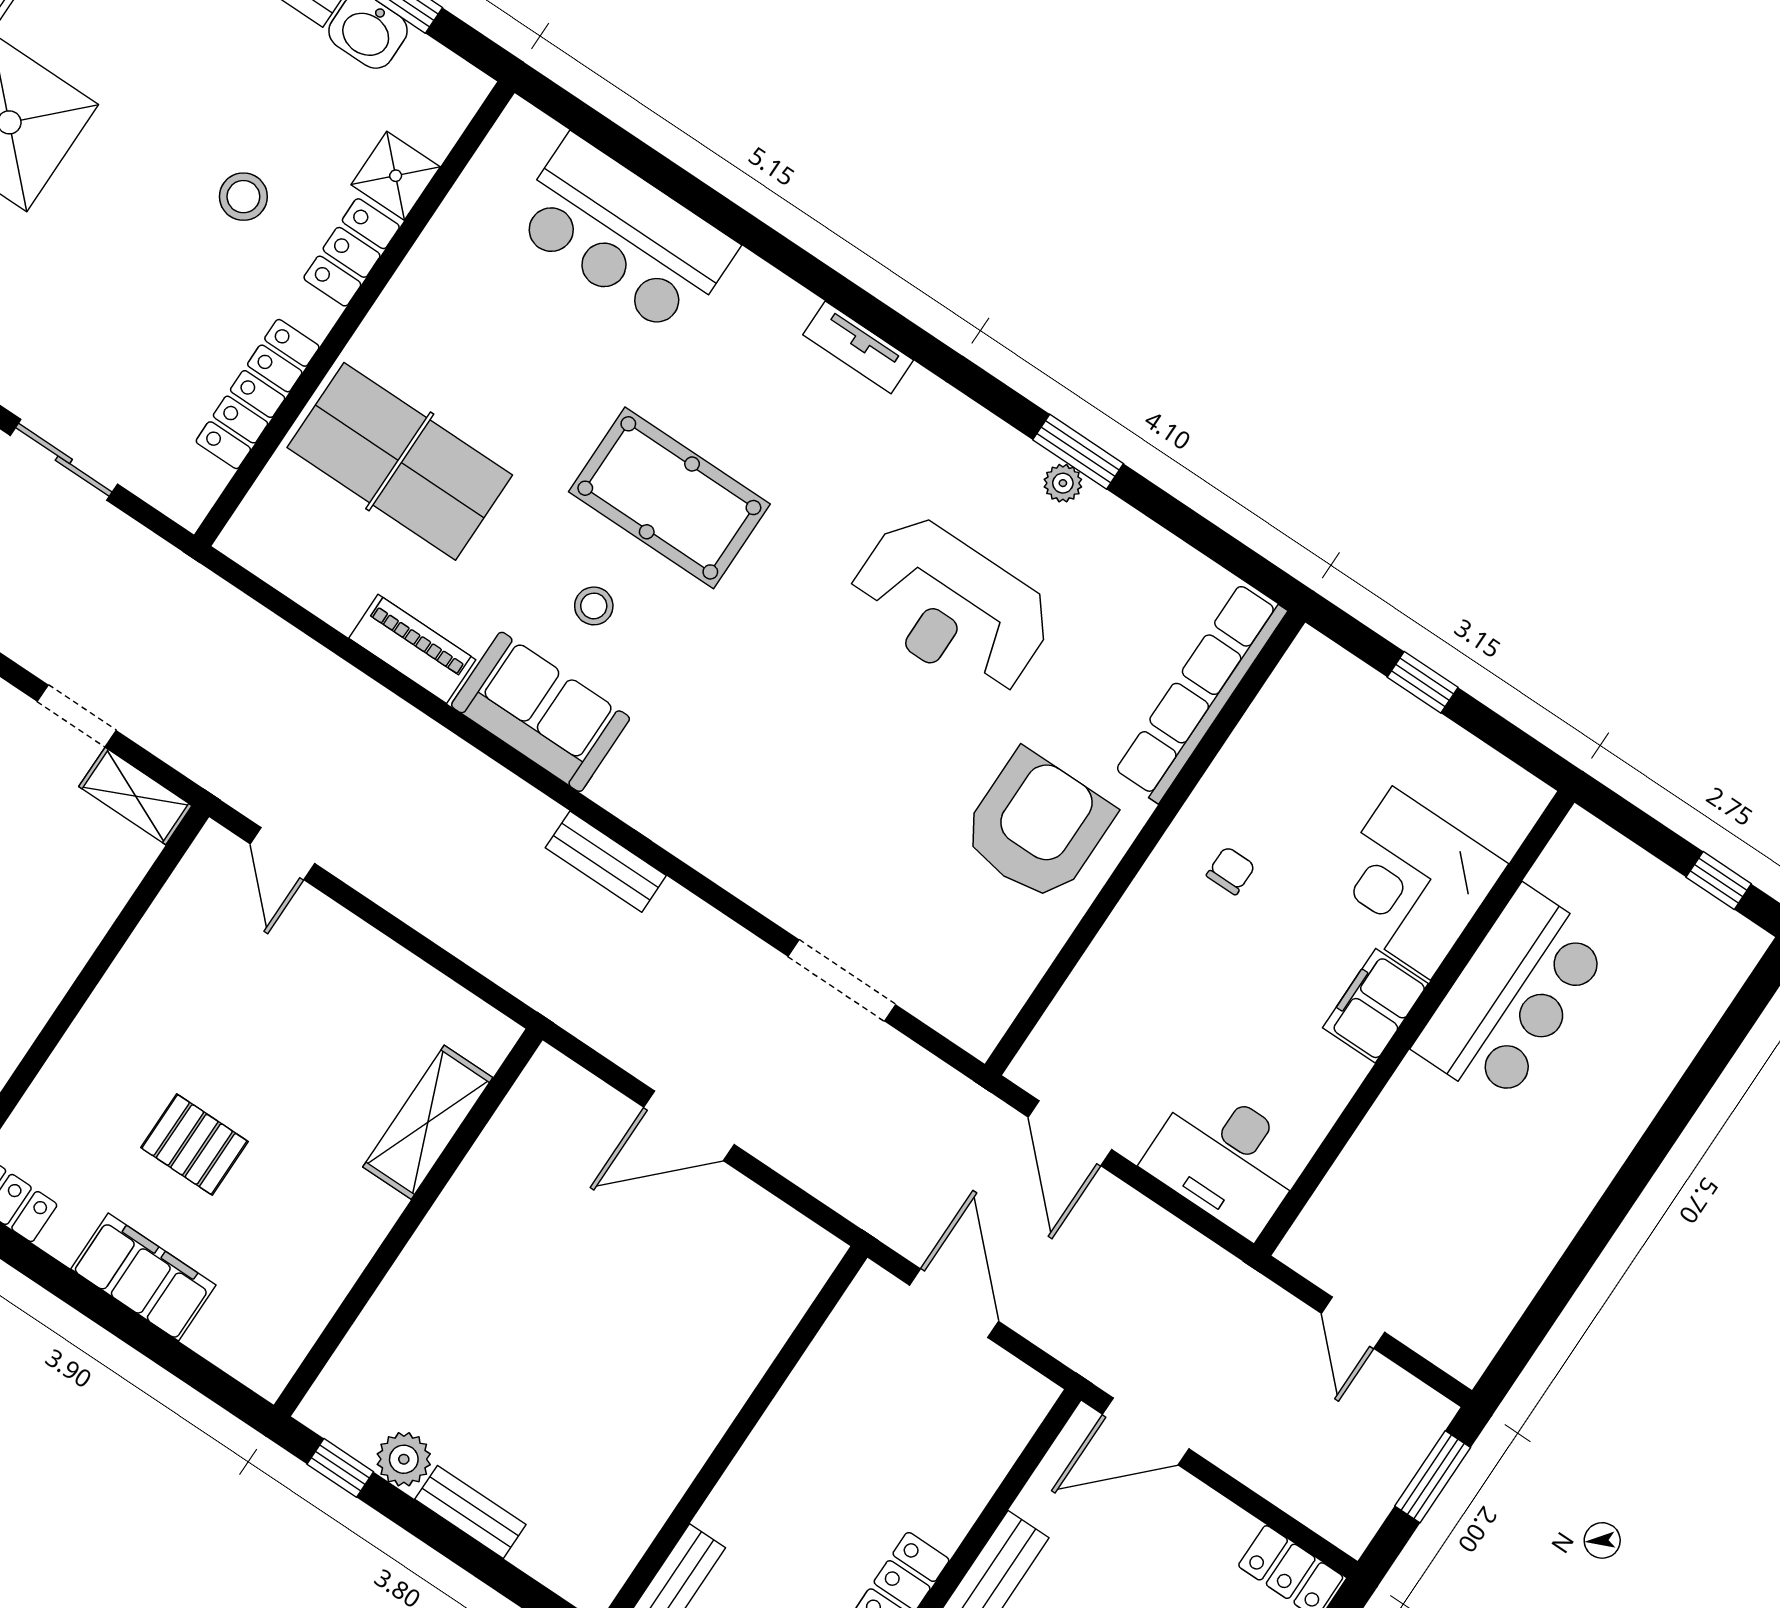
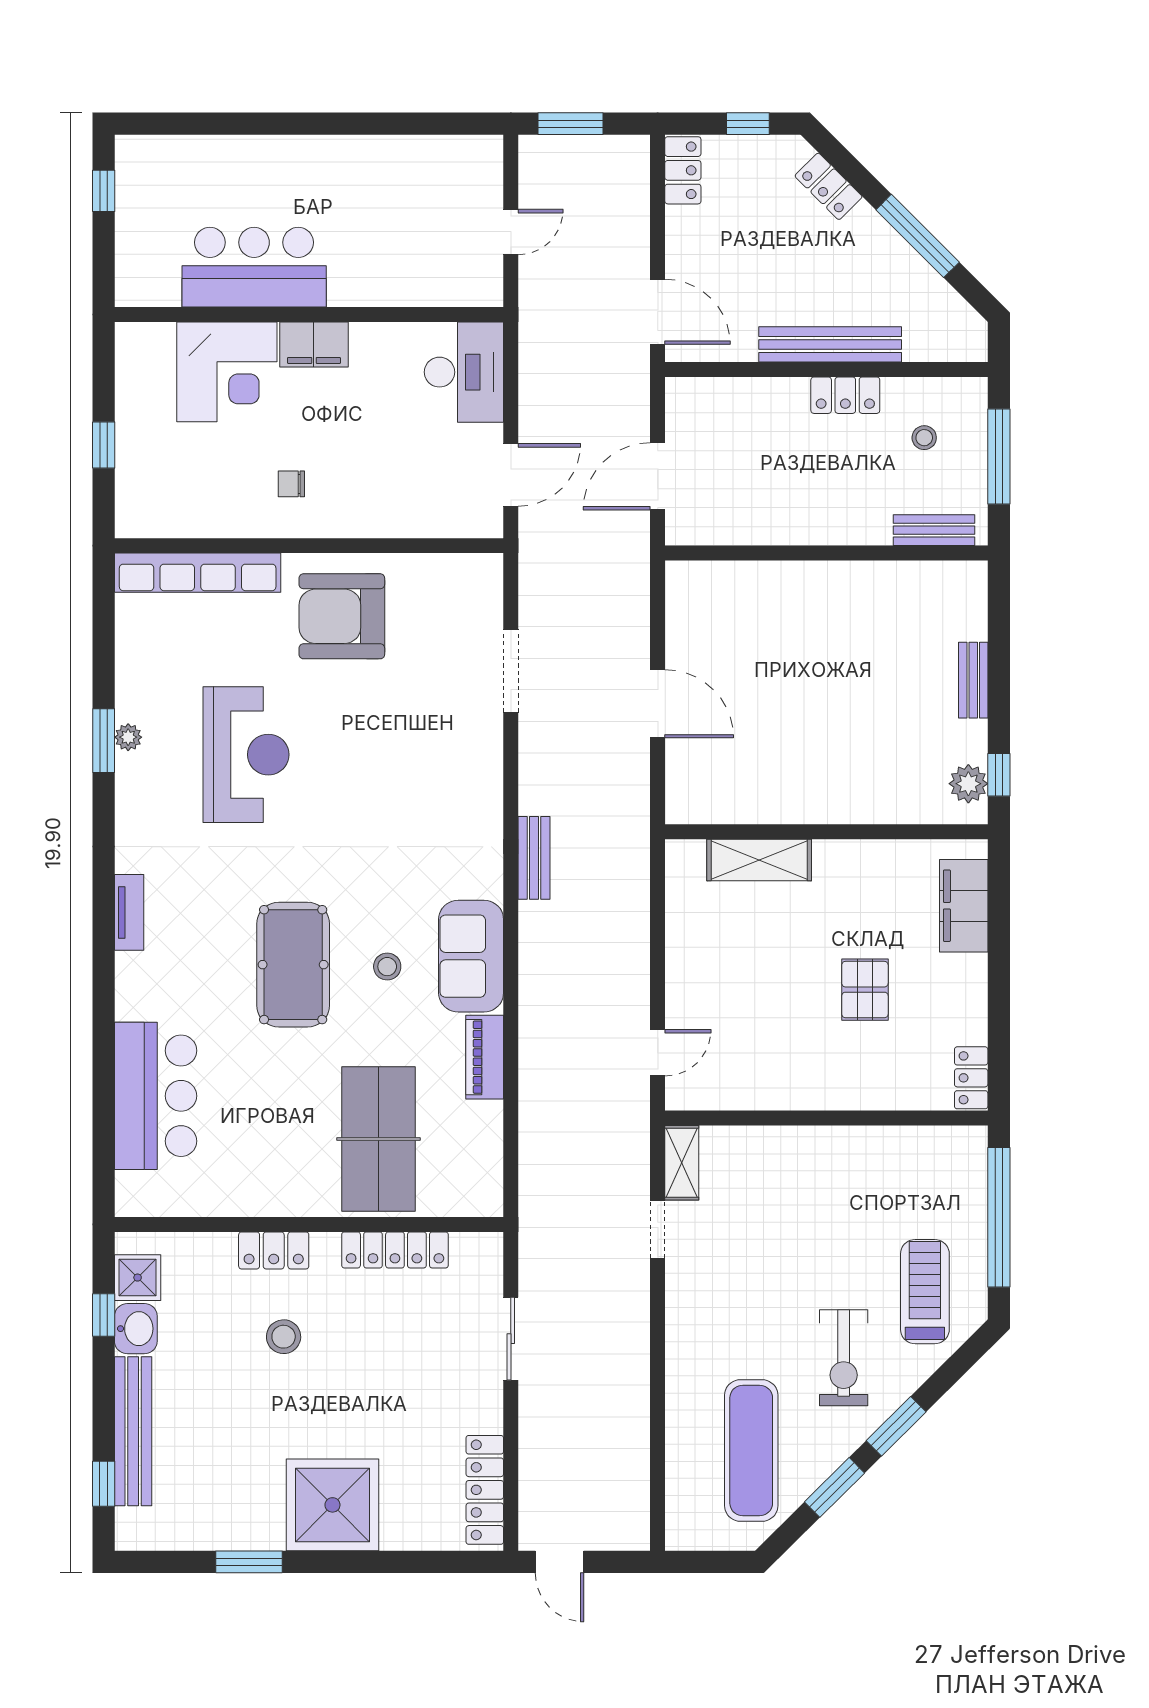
shower: (396, 176) -> (138, 1278), moved
filing cabinet: (143, 1277) -> (964, 906), moved
plant: (404, 1459) -> (968, 784), moved

